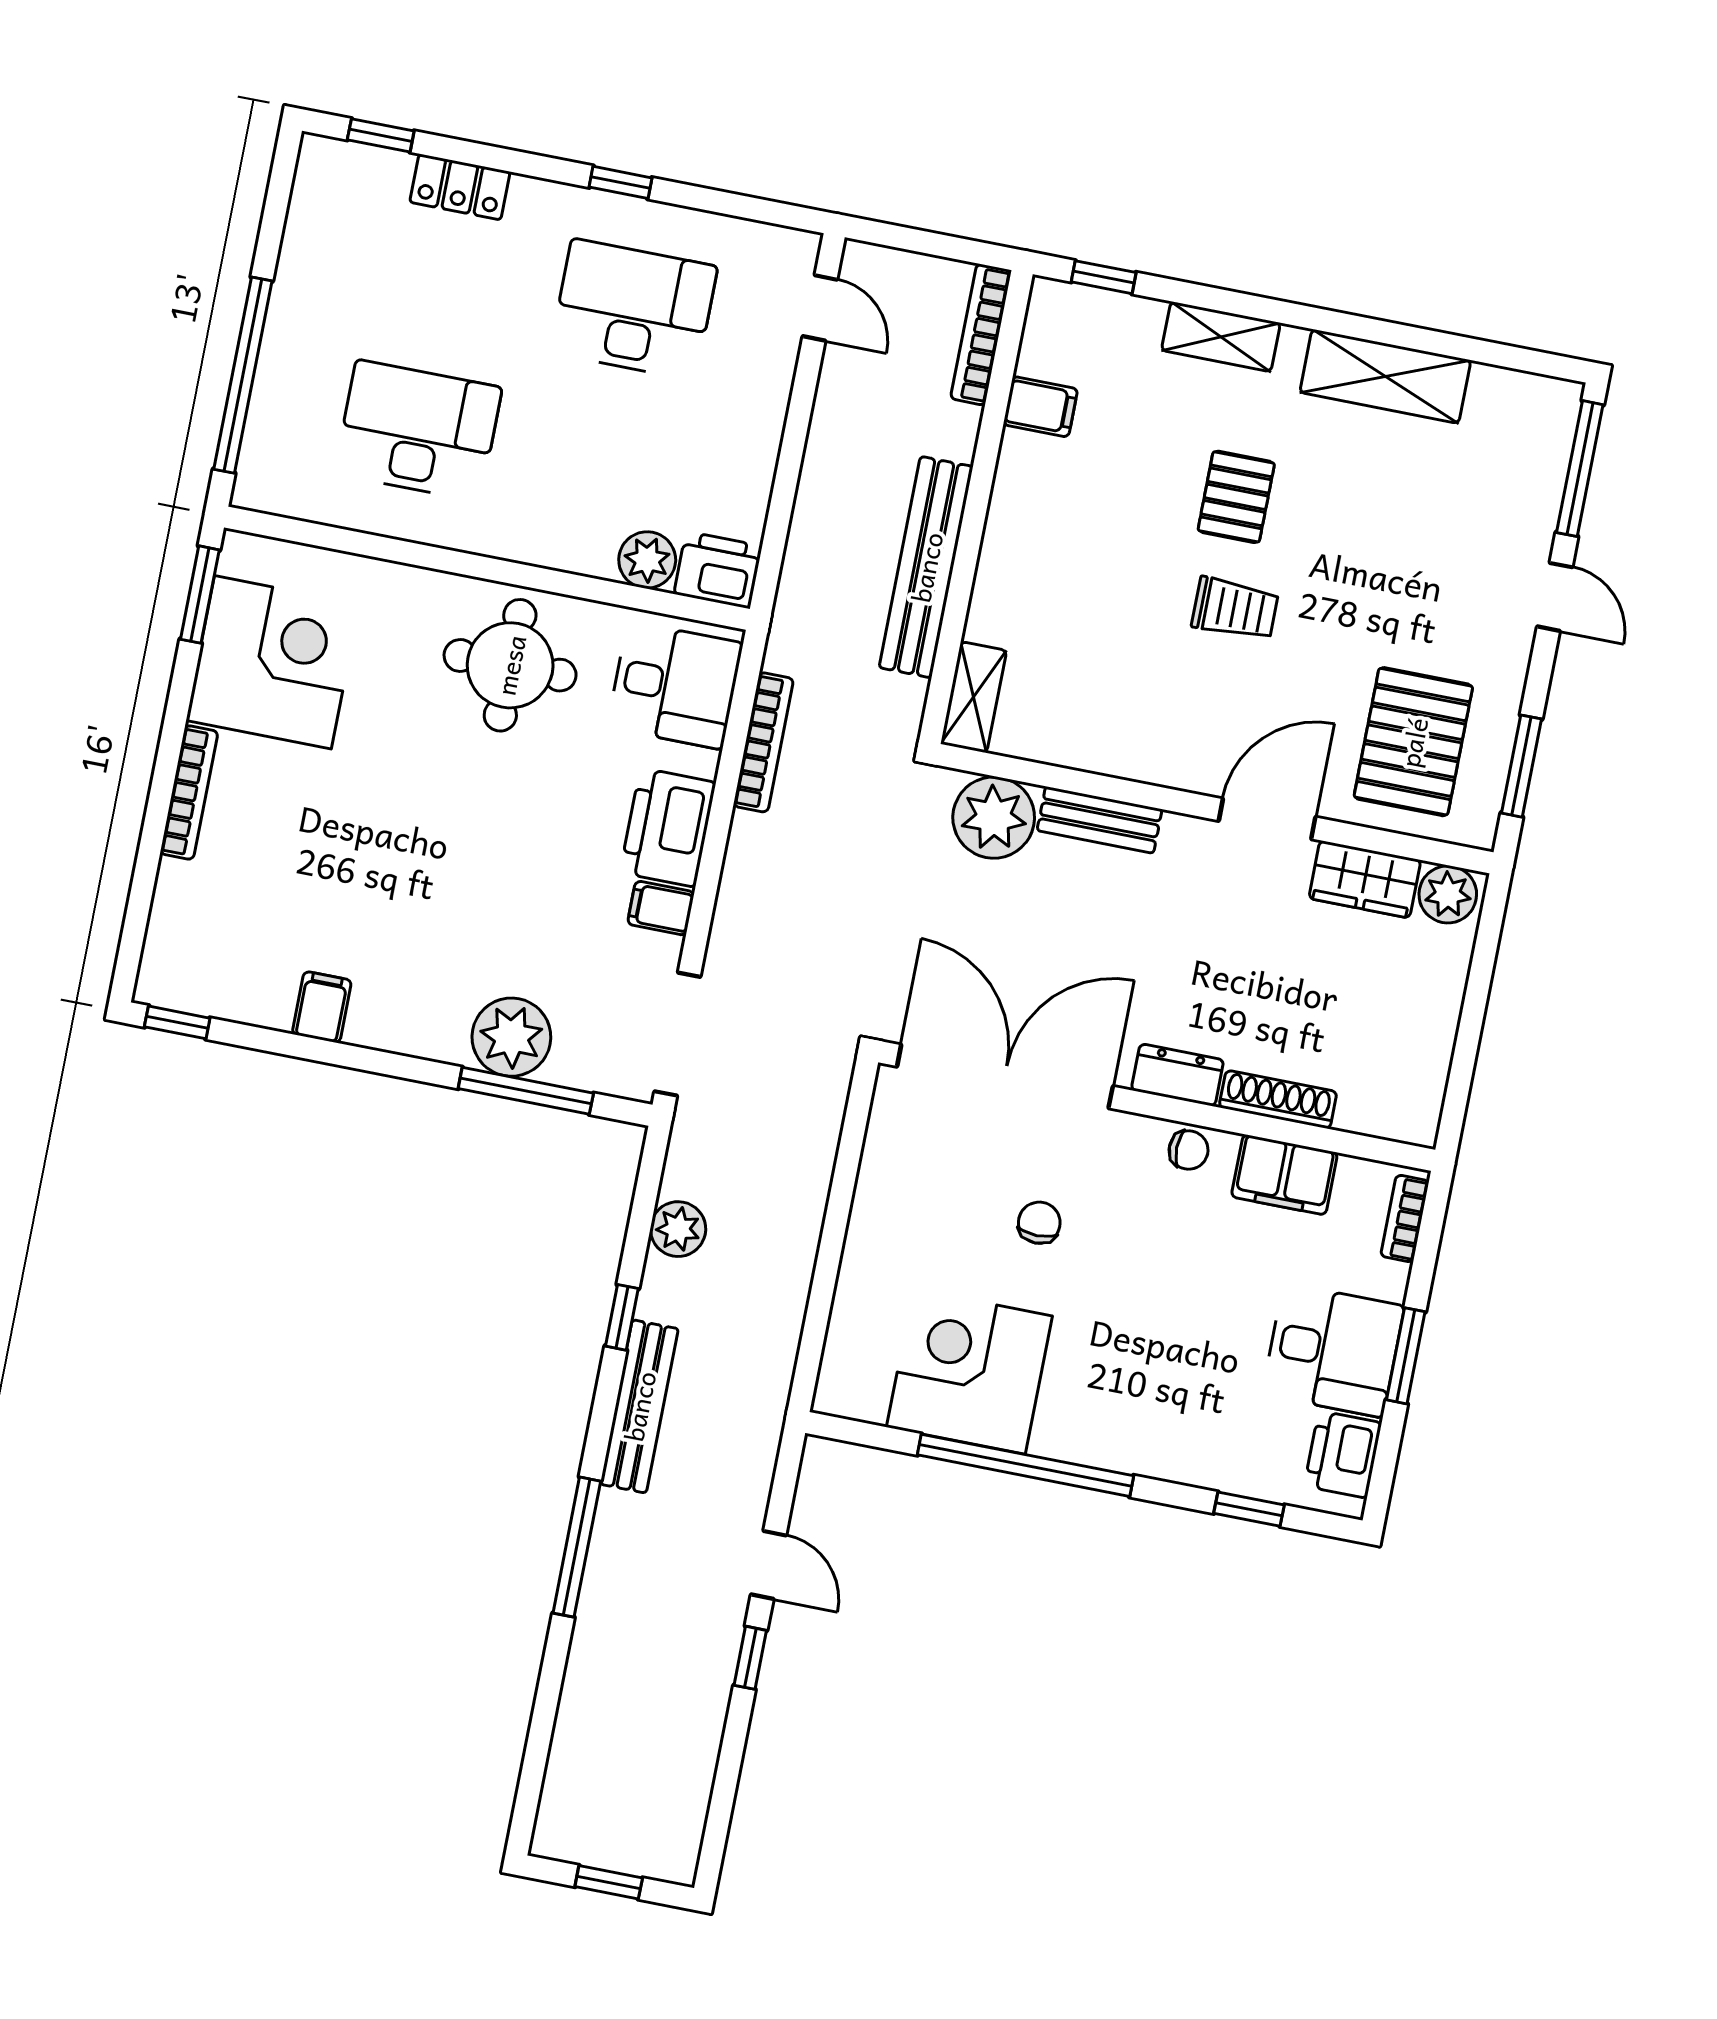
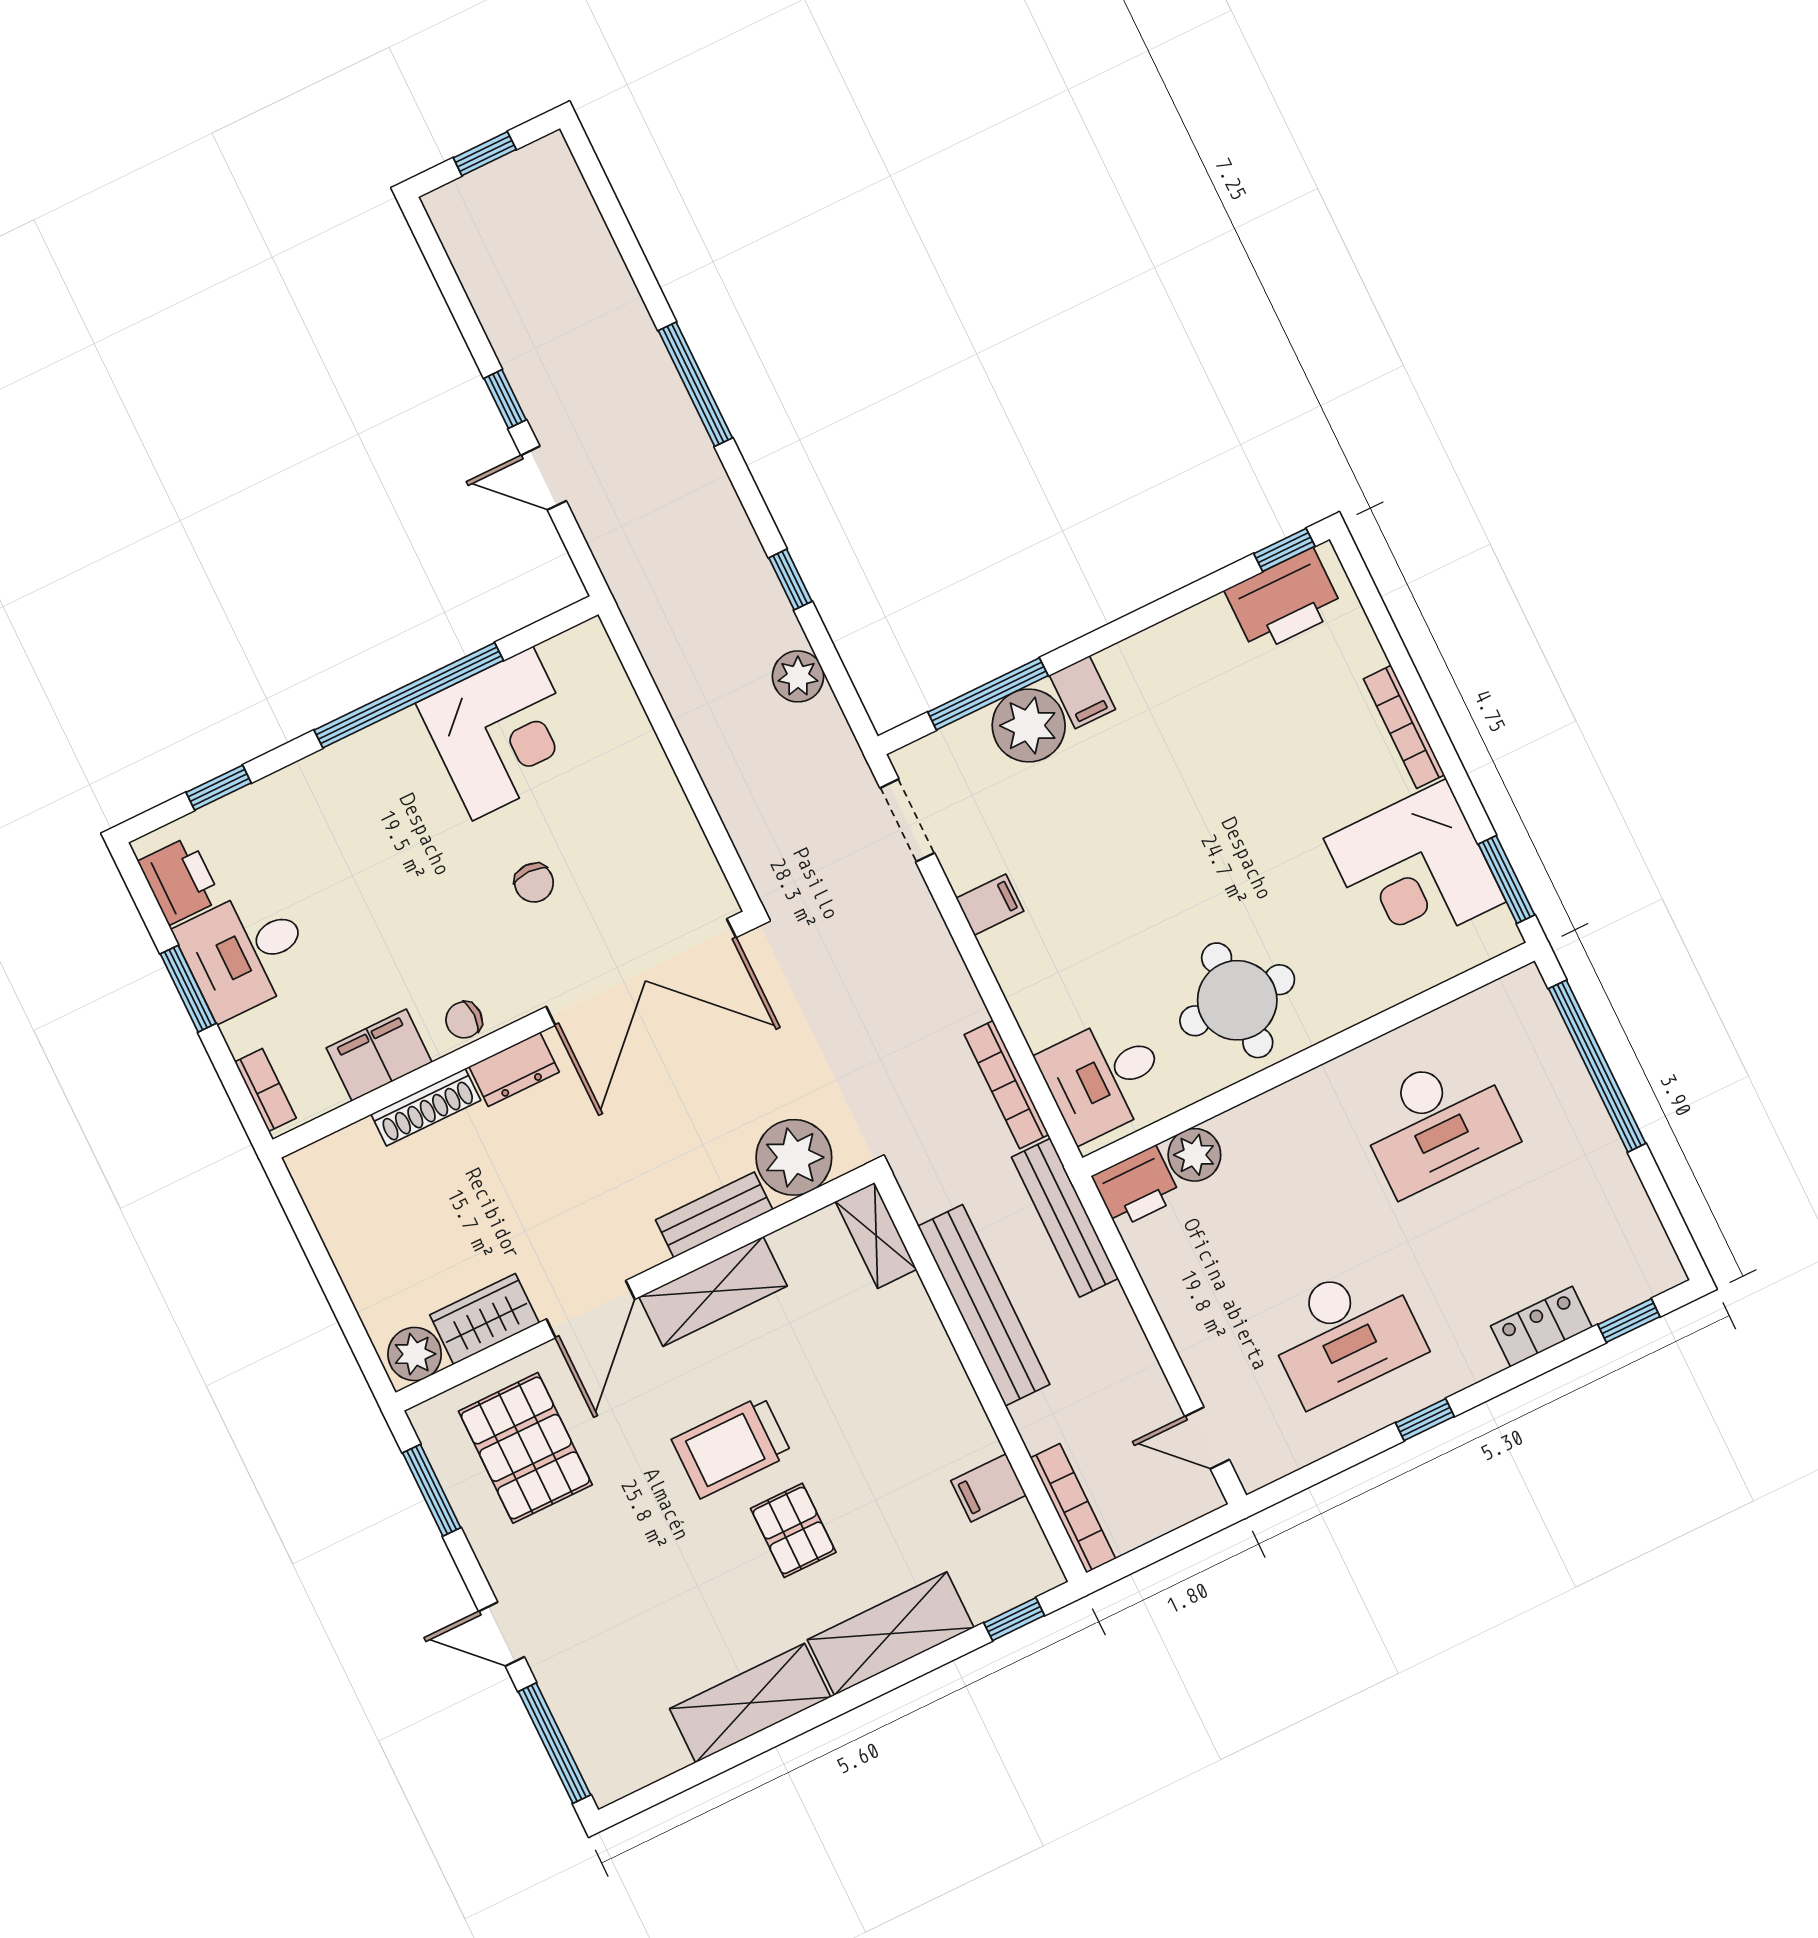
shelving: (1221, 337) -> (891, 1634), width x1.50, depth x1.33
trolley: (1235, 609) -> (732, 1447), width x1.36, depth x1.39
shelving: (1150, 755) -> (713, 1291), added
printer: (668, 828) -> (1284, 601), moved, turned 90
filing cabinet: (322, 1007) -> (1082, 692), moved
doorway: (677, 1034) -> (907, 820), width x0.73
bench: (639, 1406) -> (1065, 1218), moved

